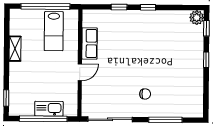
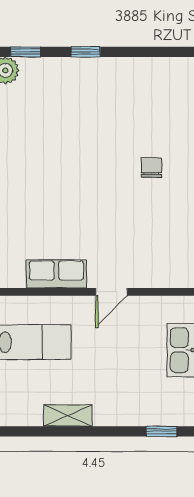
door: (80, 72) -> (111, 292), swing flipped

